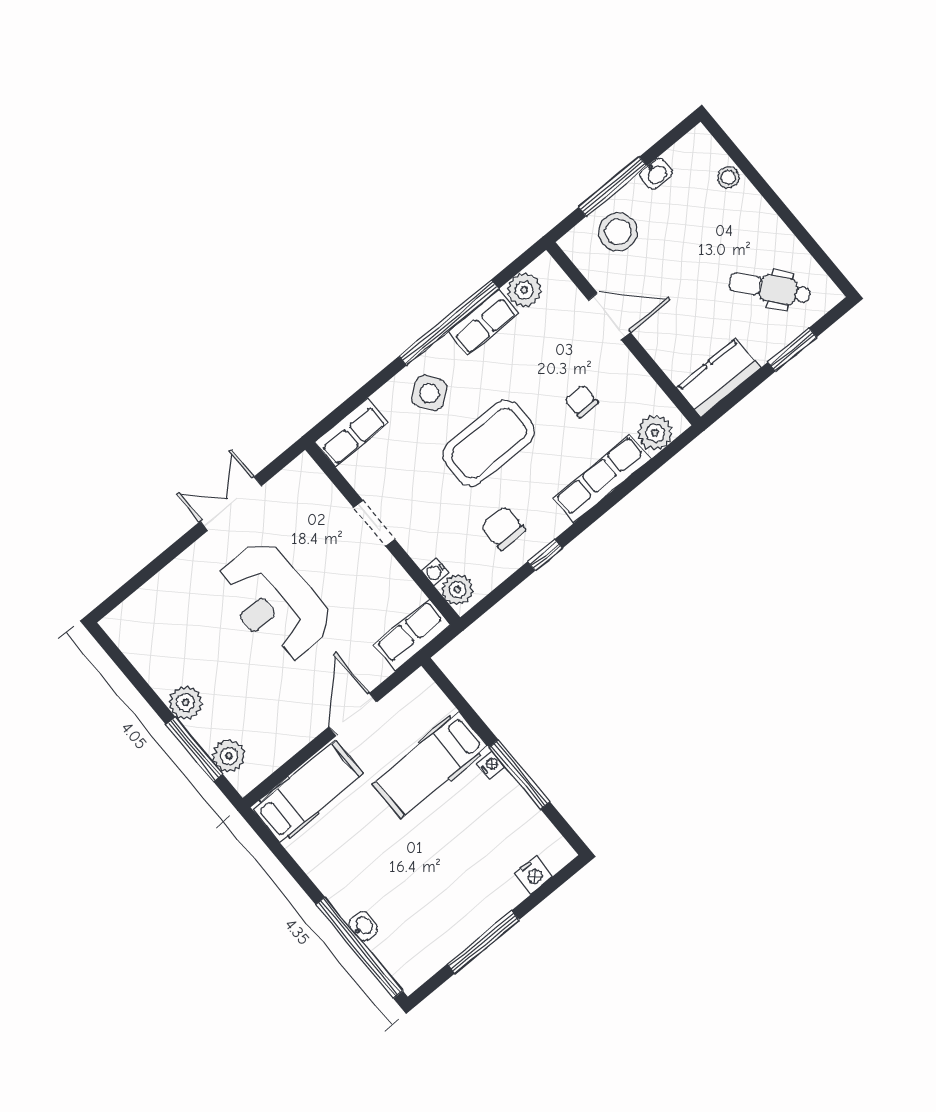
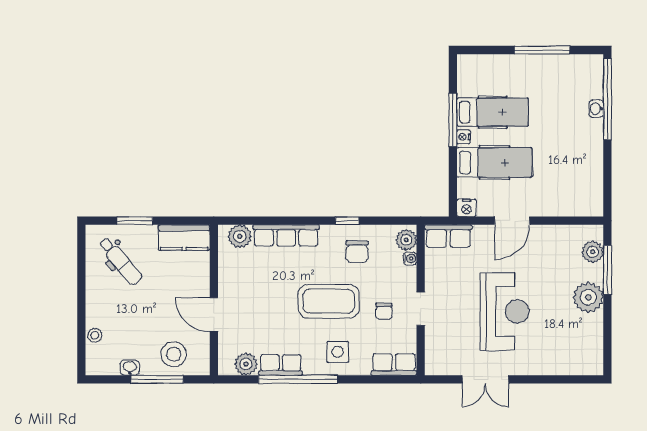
side table: (429, 393) -> (338, 352), turned 35
chair: (581, 401) -> (384, 311), moved
plant: (186, 703) -> (588, 297), width x1.36, depth x1.36
hospital bed: (308, 792) -> (493, 112), moved, turned 180
nightstand: (533, 875) -> (466, 208), moved, turned 180

